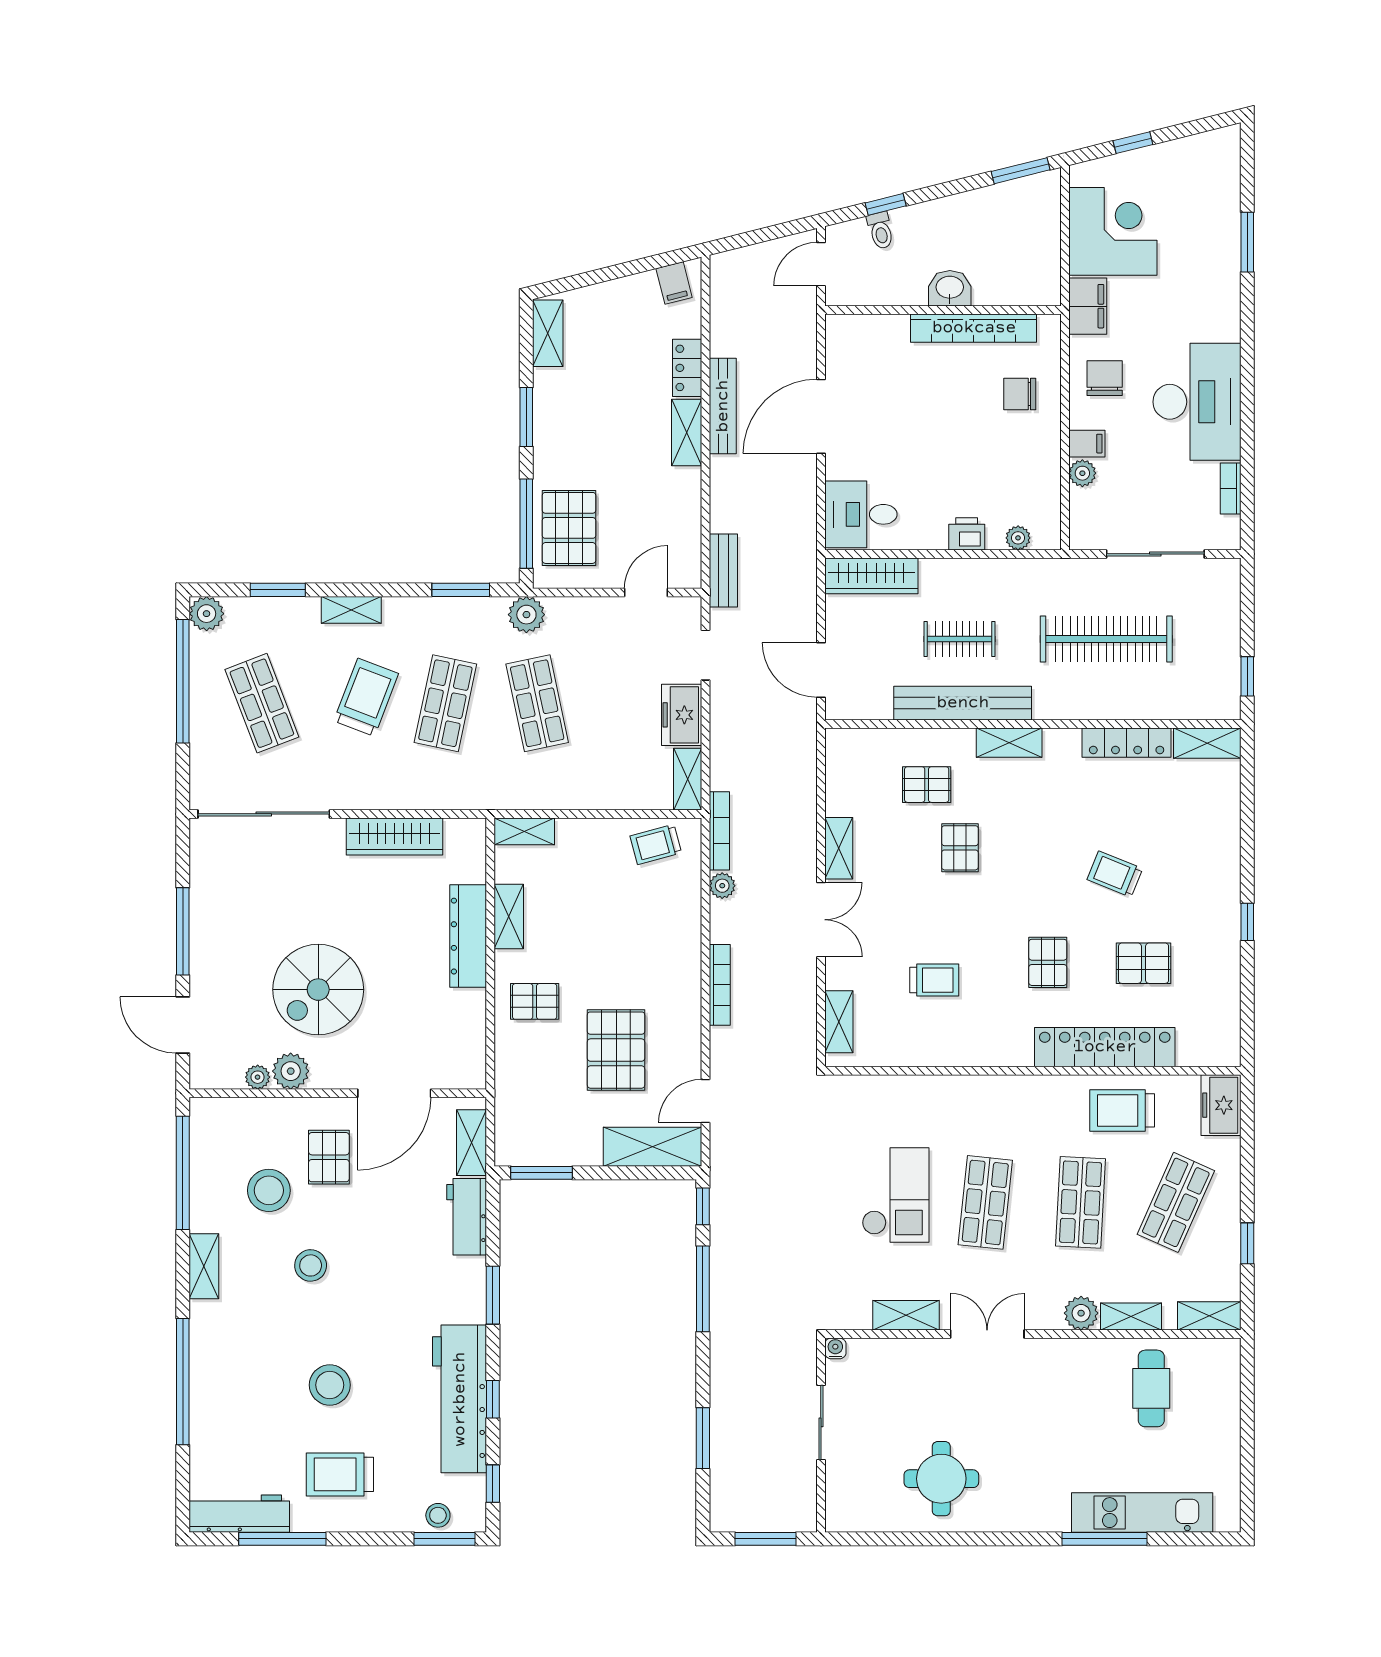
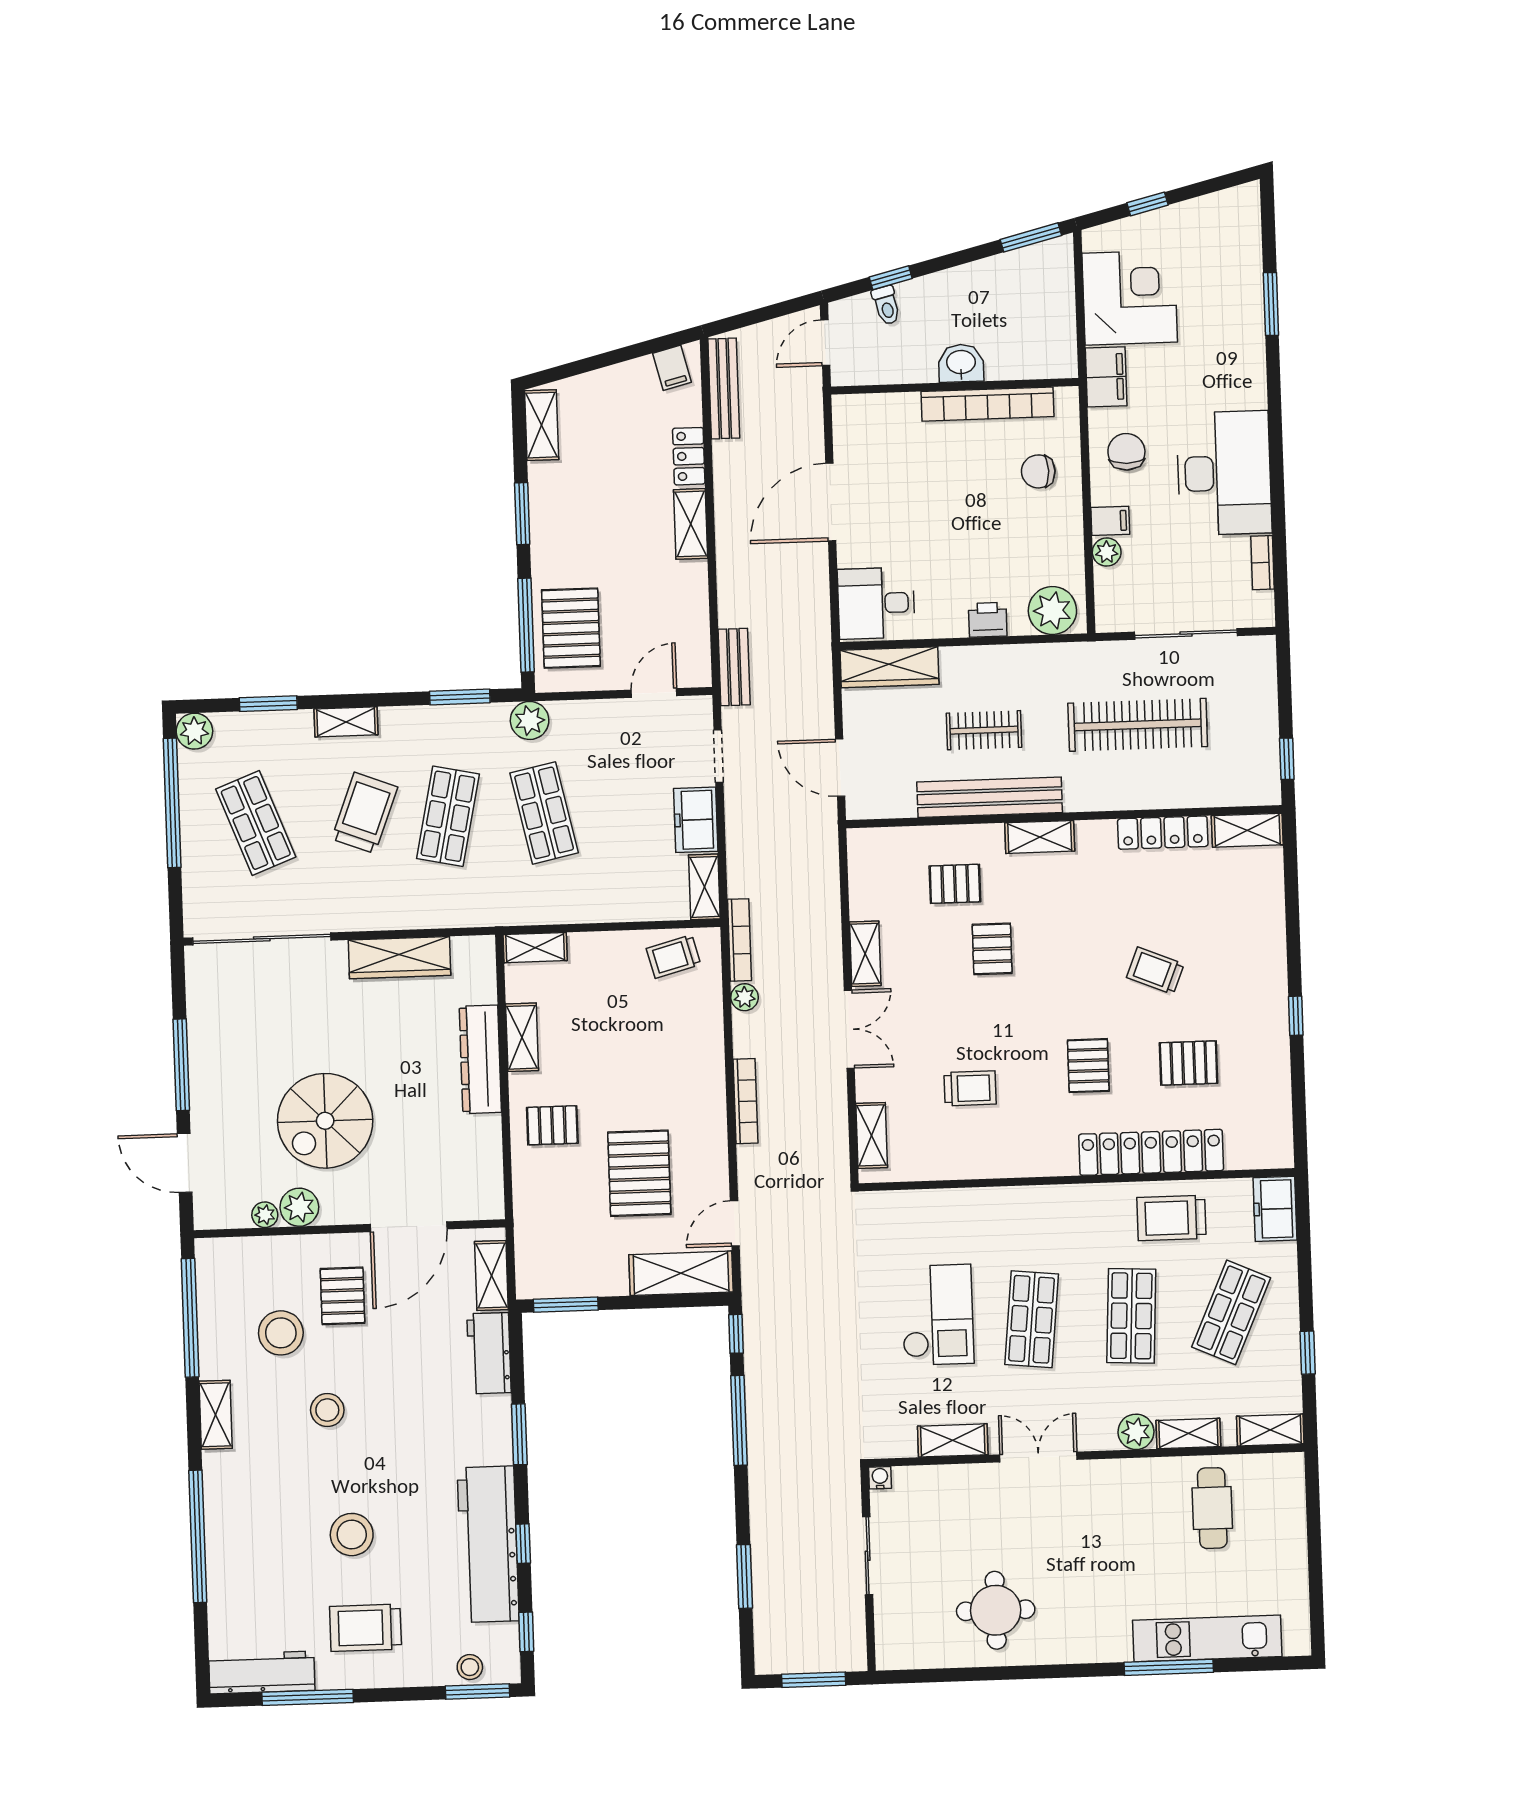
bench: (723, 406) -> (724, 388), moved
plant: (1018, 538) -> (1052, 611), width x1.87, depth x1.87

